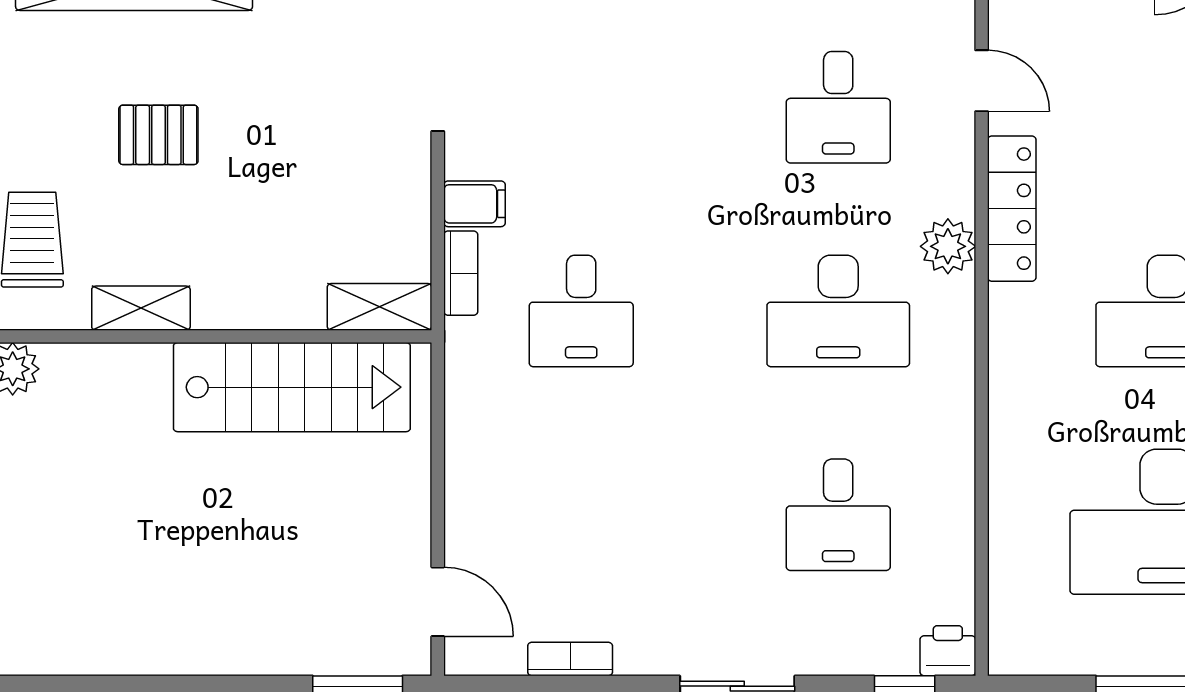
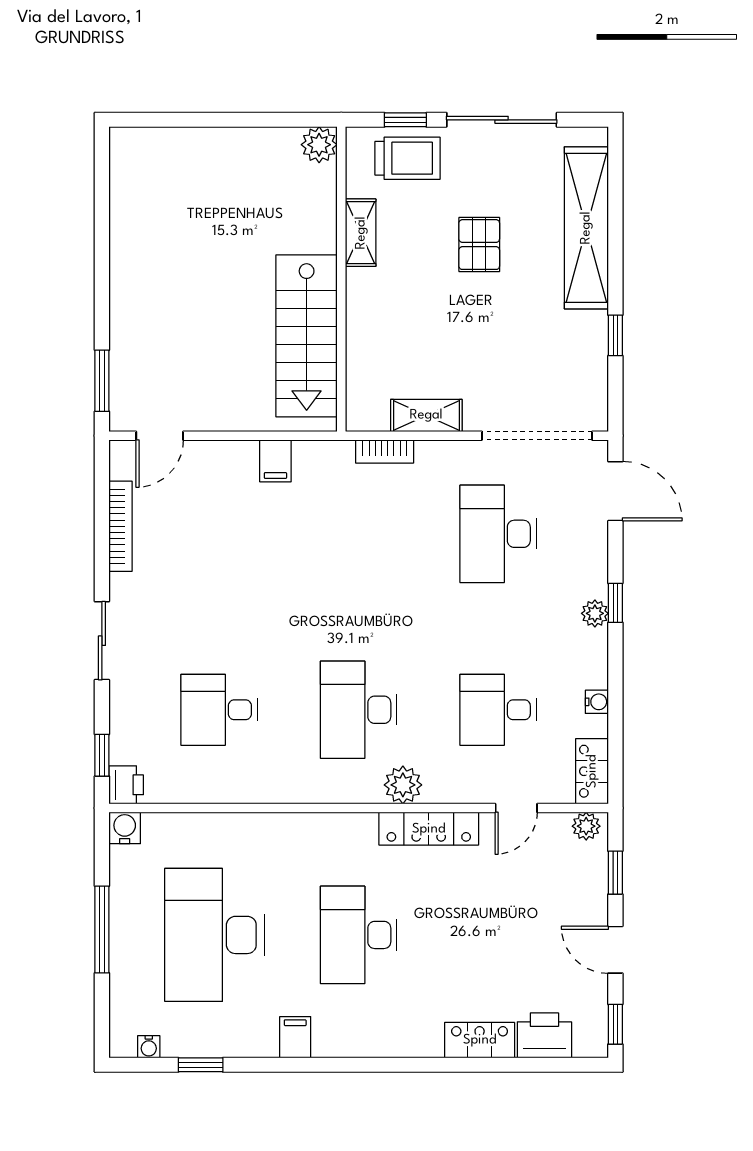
filing cabinet: (474, 204) -> (275, 461), moved
shelving: (379, 307) -> (426, 415), moved, turned 90
desk: (581, 311) -> (498, 534), moved, width x1.37
water cooler: (1011, 653) -> (125, 828), added
bookcase: (570, 659) -> (120, 526), width x1.56

